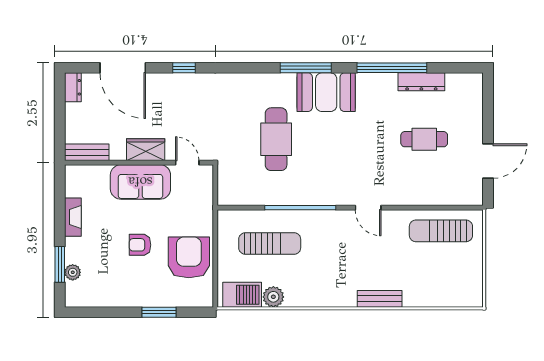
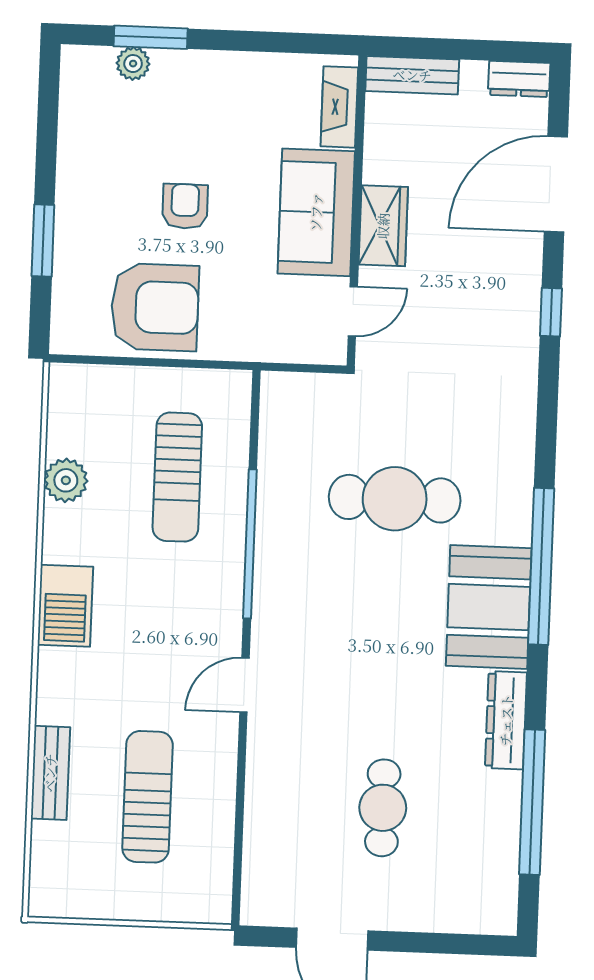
window: (306, 68) -> (541, 566), width x1.46
window: (392, 68) -> (532, 802), moved
dresser: (421, 82) -> (506, 720), moved
bench: (87, 152) -> (412, 75), moved, turned 90
fireplace: (73, 217) -> (339, 107), moved, turned 90
sun lounger: (441, 231) -> (148, 797), moved
barbecue: (242, 295) -> (65, 606), moved
bench: (380, 299) -> (50, 773), moved

